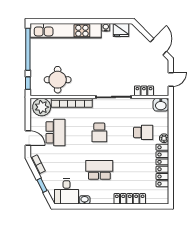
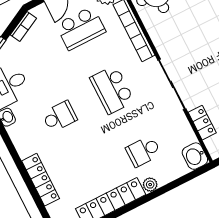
school desk: (99, 132) -> (112, 90), width x1.85
school desk: (143, 132) -> (143, 151), turned 90
school desk: (99, 170) -> (59, 116), width x0.54

